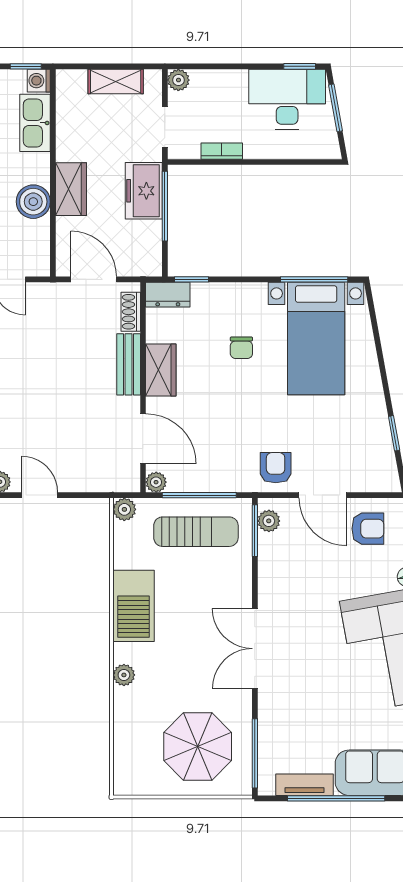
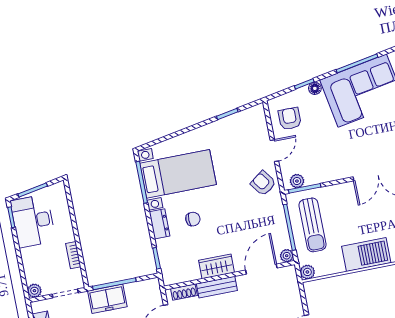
dresser: (168, 295) -> (160, 224), moved
armchair: (276, 468) -> (263, 183), turned 54
door: (323, 495) -> (274, 151), width x0.73
sun lounger: (196, 532) -> (312, 225), turned 180

